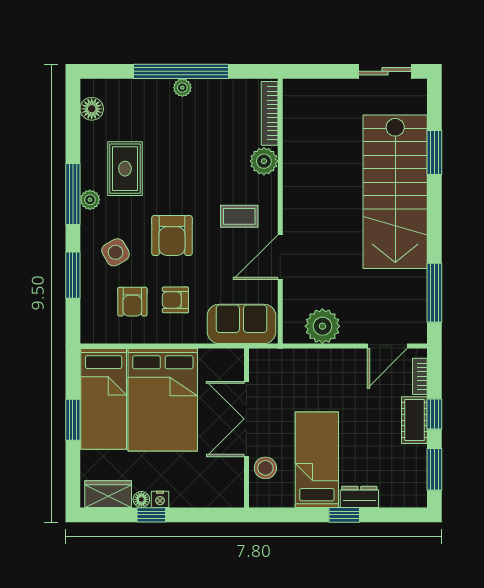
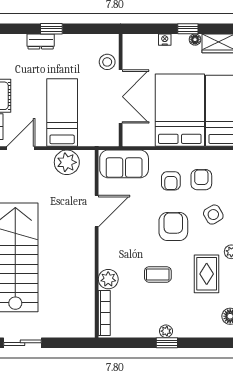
window: (181, 71) -> (167, 343), width x0.32
coffee table: (239, 216) -> (158, 274), moved
armchair: (175, 300) -> (171, 181), turned 90
bed: (317, 460) -> (62, 113), moved, turned 180
nightstand: (160, 499) -> (165, 40), moved

